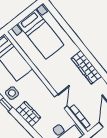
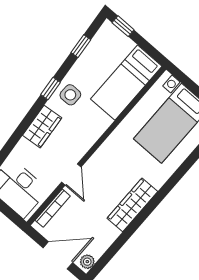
door: (61, 101) -> (71, 175), hinge flipped

